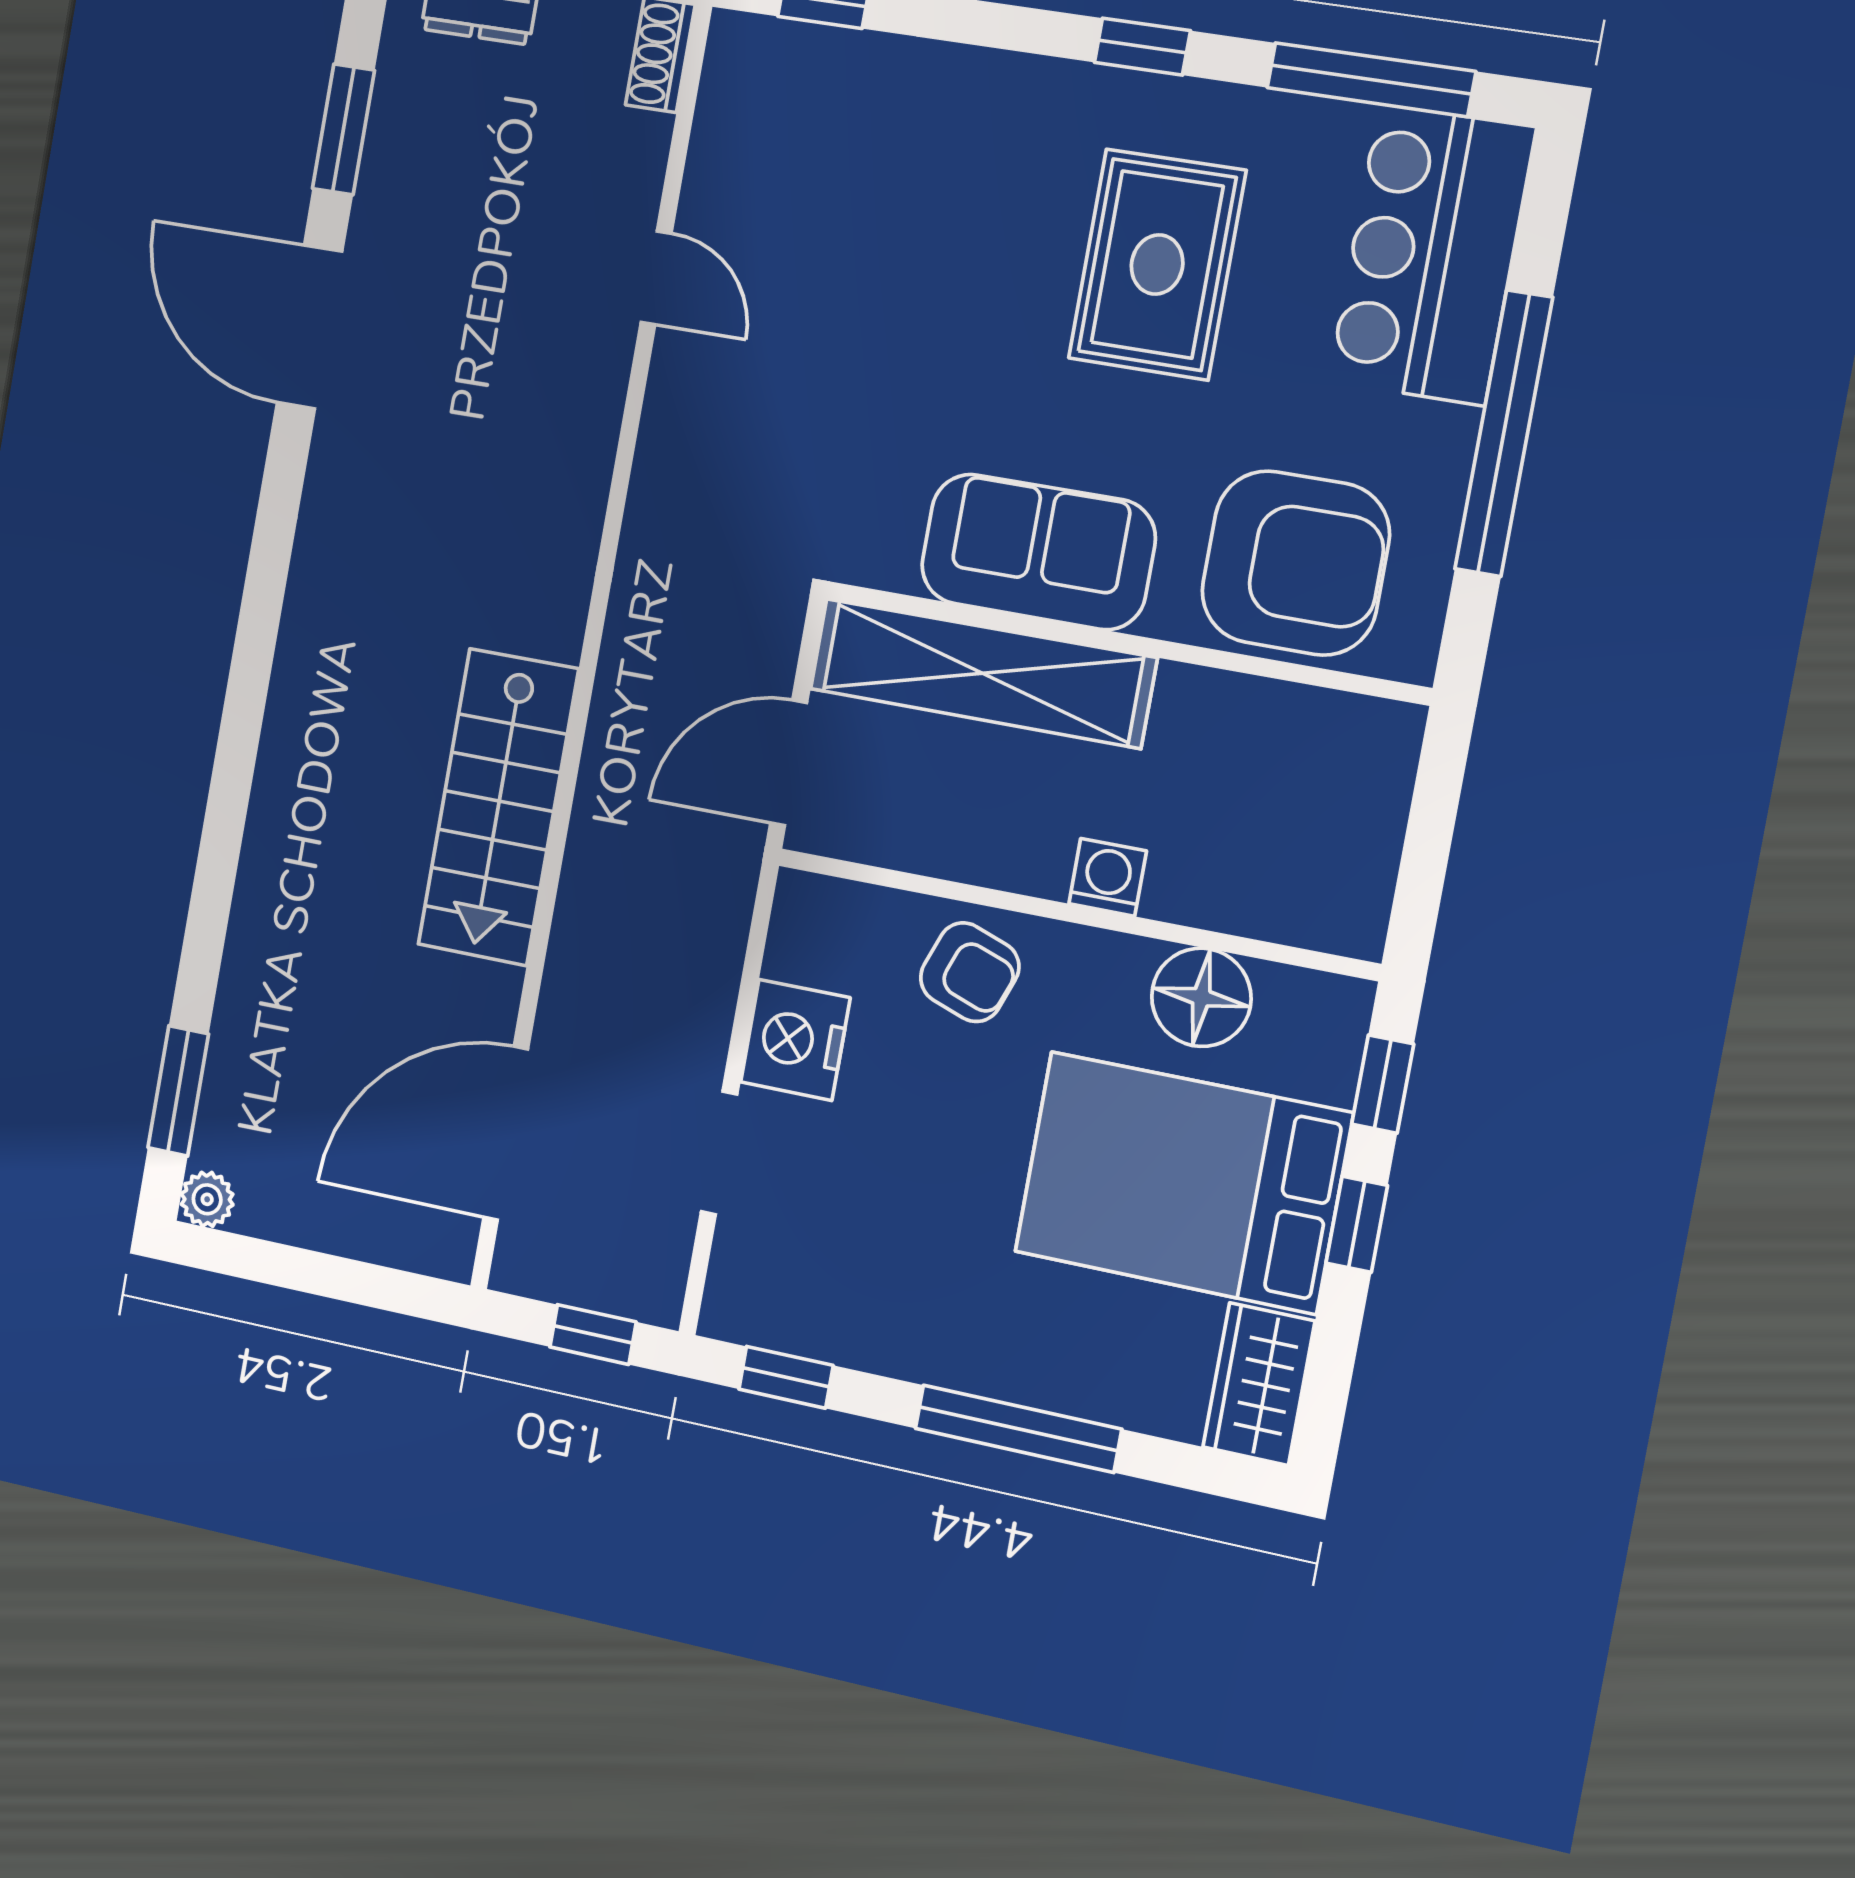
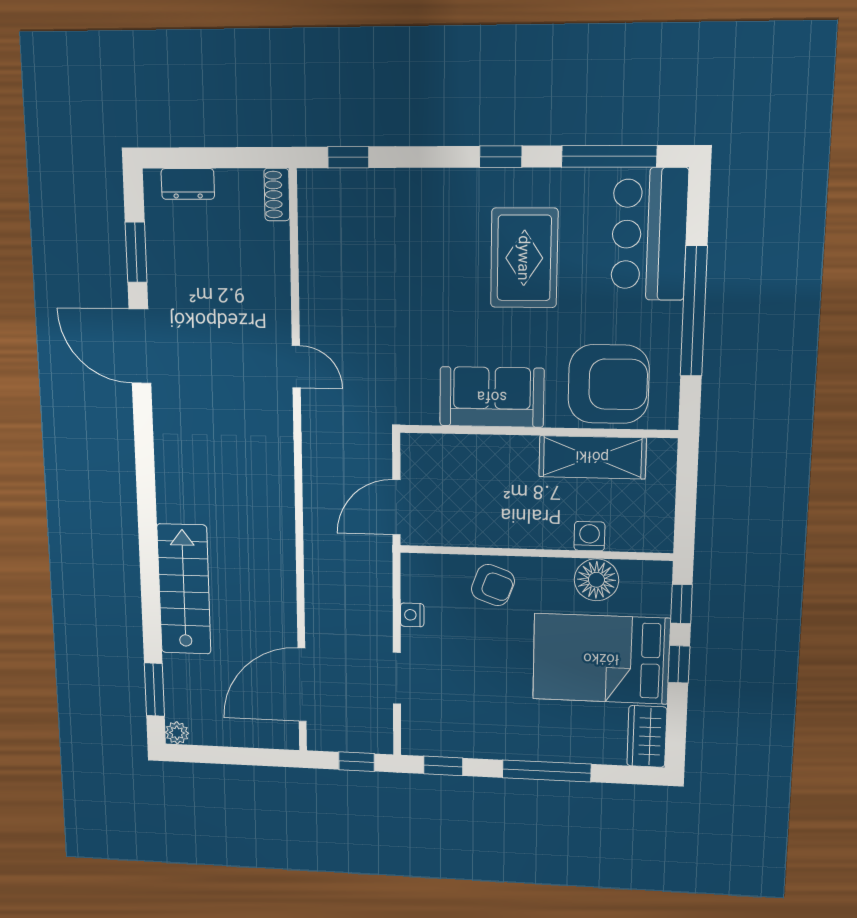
door: (656, 278) -> (296, 367), moved
shelving: (982, 673) -> (592, 457), moved, width x0.68
stairs: (498, 807) -> (184, 589), moved, turned 180
washing machine: (1108, 877) -> (589, 536), moved
nightstand: (795, 1040) -> (412, 615), width x0.53, depth x0.56

